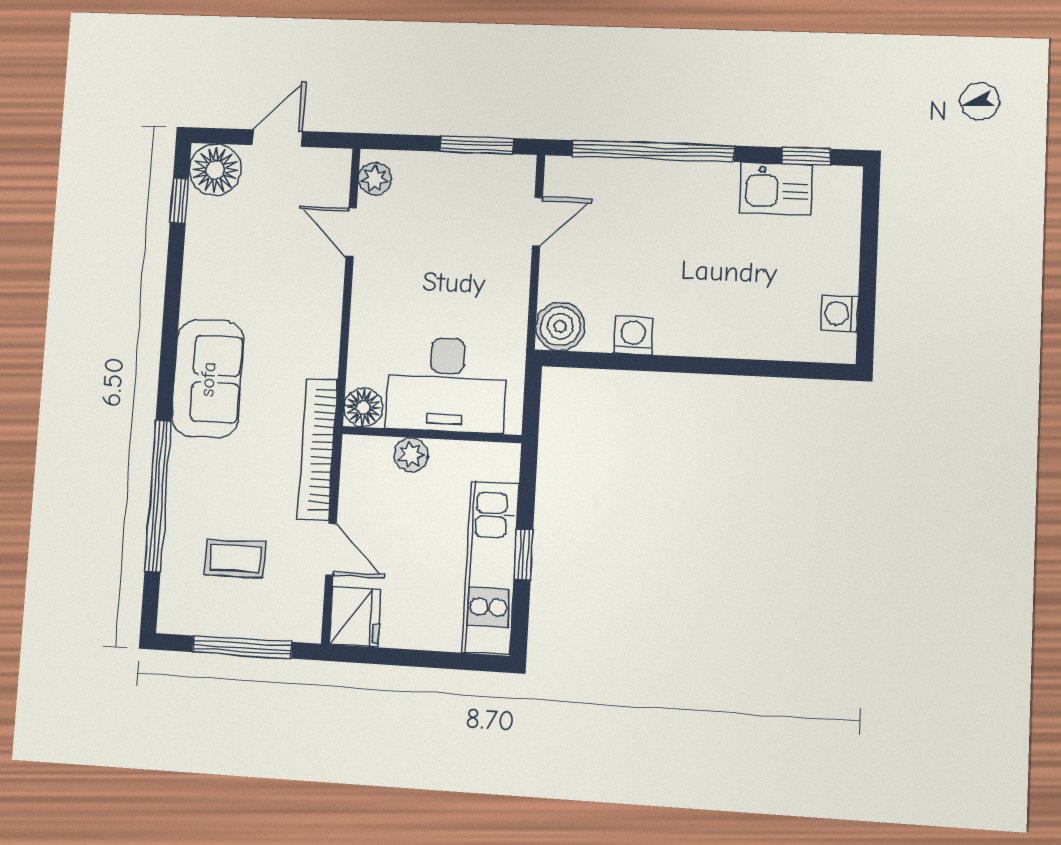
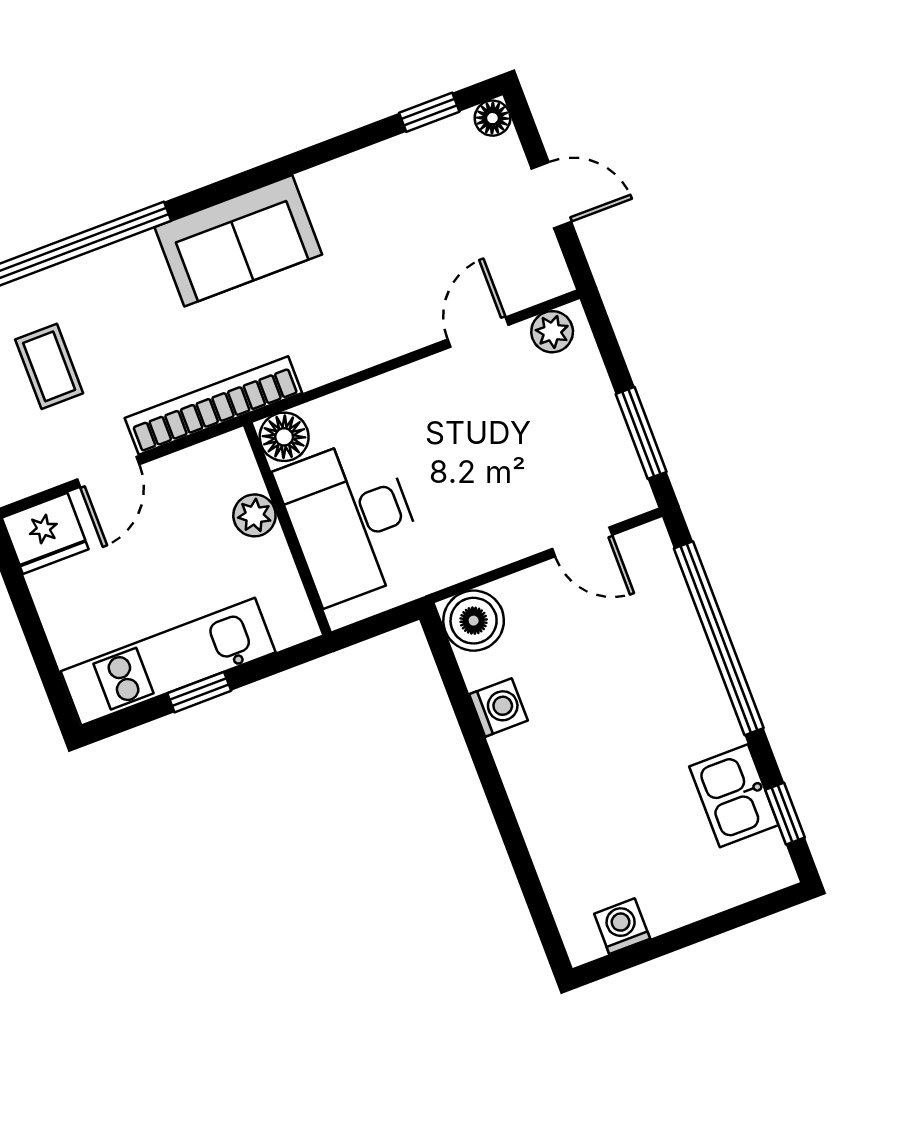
floor lamp: (215, 170) -> (492, 118), width x0.53, depth x0.53

